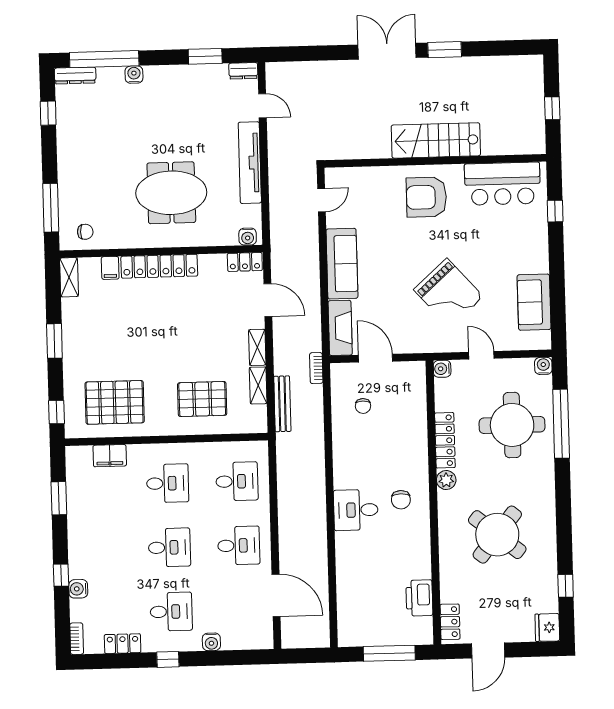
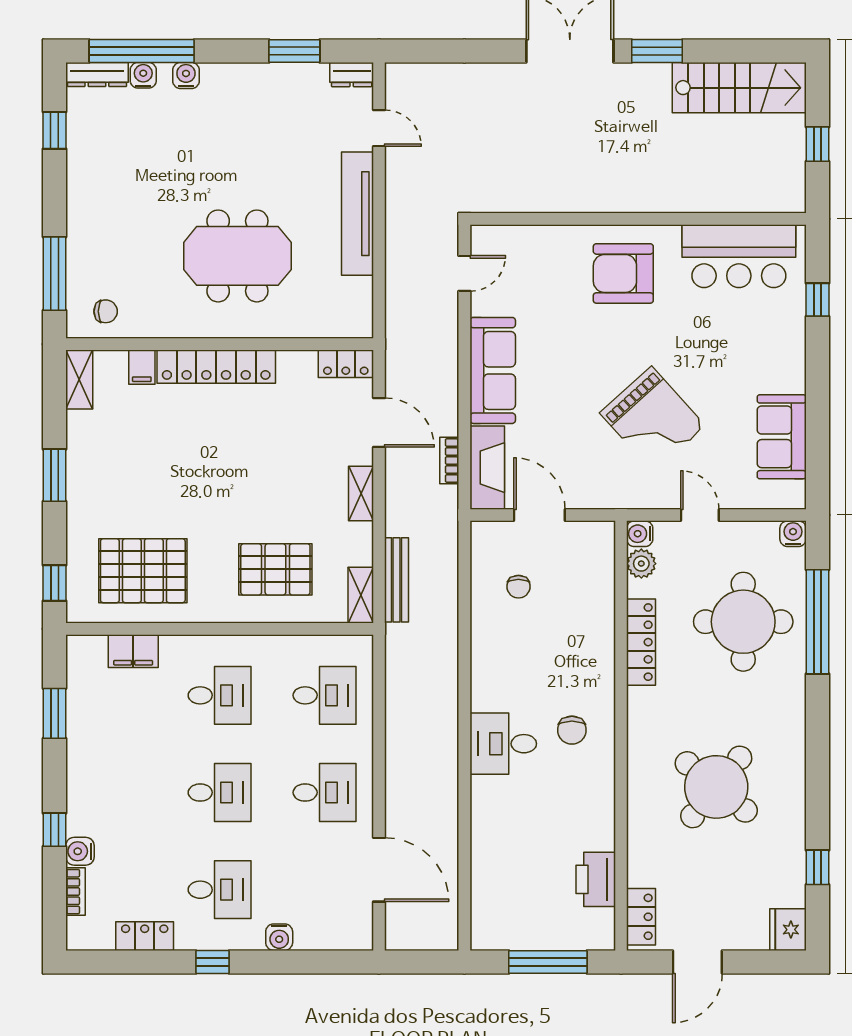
stairs: (436, 140) -> (739, 88), moved, turned 180
water cooler: (248, 237) -> (143, 75), moved, turned 180
bookcase: (316, 368) -> (449, 460), moved
shelving: (258, 385) -> (361, 595), moved
plant: (446, 480) -> (641, 564), moved
bookcase: (77, 639) -> (75, 892), moved

